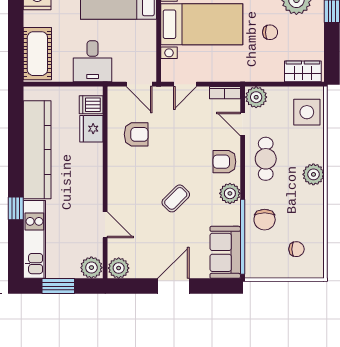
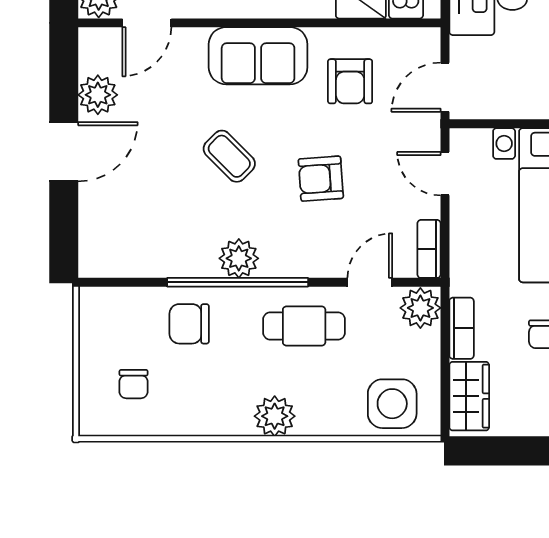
bookcase: (267, 75) -> (462, 328), added
armchair: (224, 162) -> (321, 179), moved, turned -94
door: (105, 225) -> (147, 23), moved
window: (243, 237) -> (238, 282), moved
sofa: (225, 252) -> (258, 56), moved, turned 180
plant: (119, 268) -> (98, 95), moved
door: (173, 286) -> (64, 152), hinge flipped

